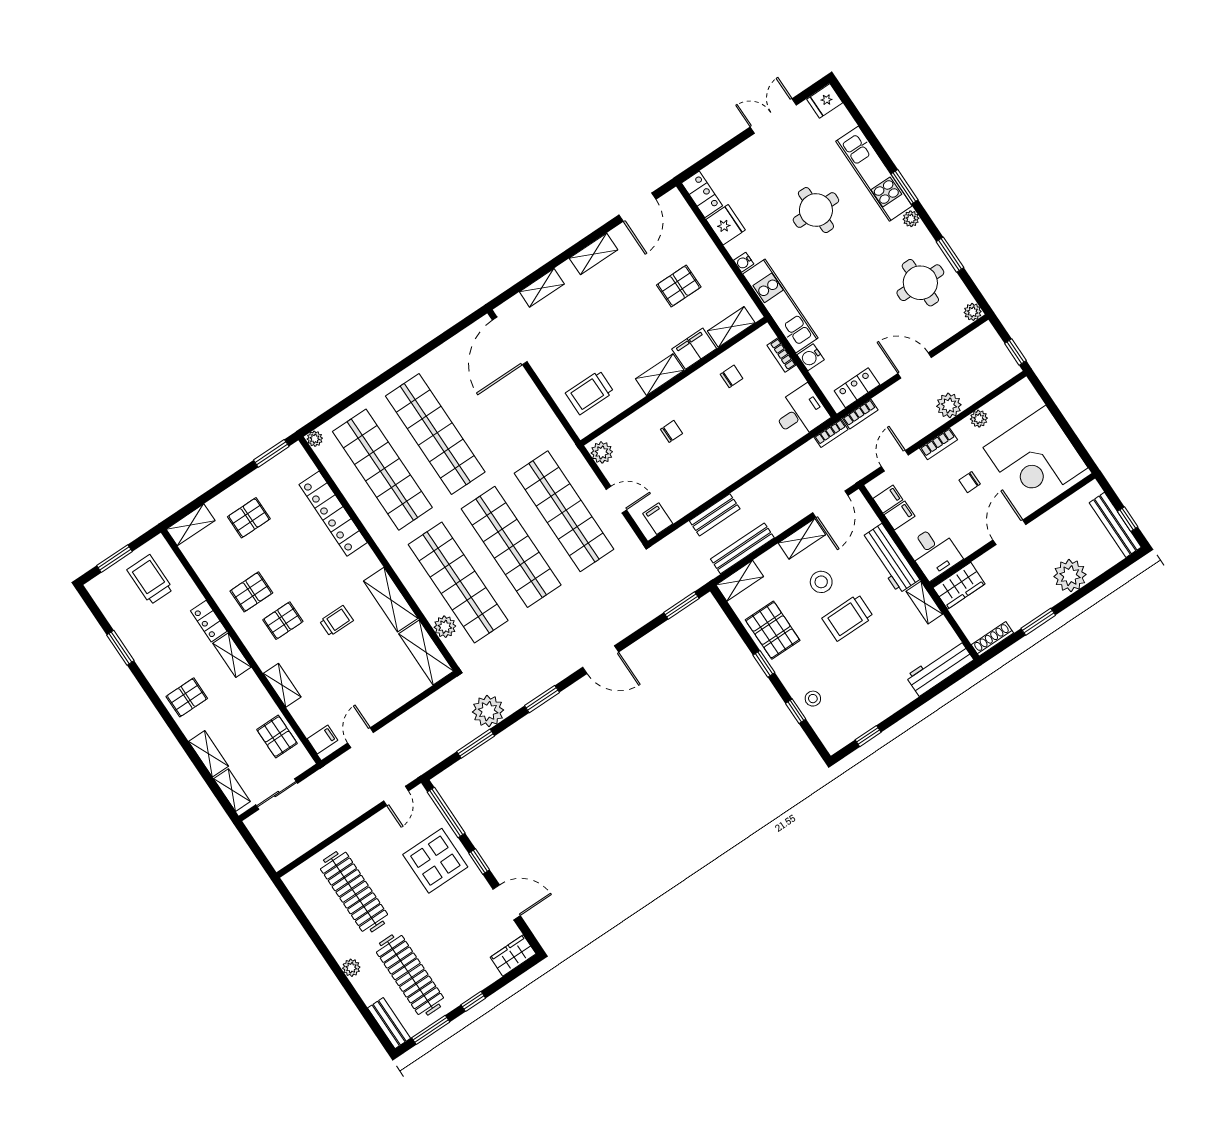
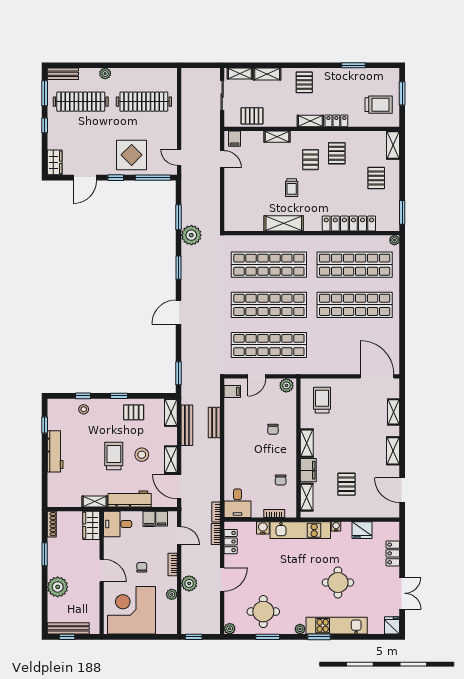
locker: (702, 194) -> (393, 553), moved, turned 90
plant: (445, 627) -> (250, 242), removed
pallet: (773, 630) -> (134, 412), width x0.67, depth x0.71
shelving: (426, 652) -> (244, 223), removed
workbench: (940, 668) -> (55, 451), moved

